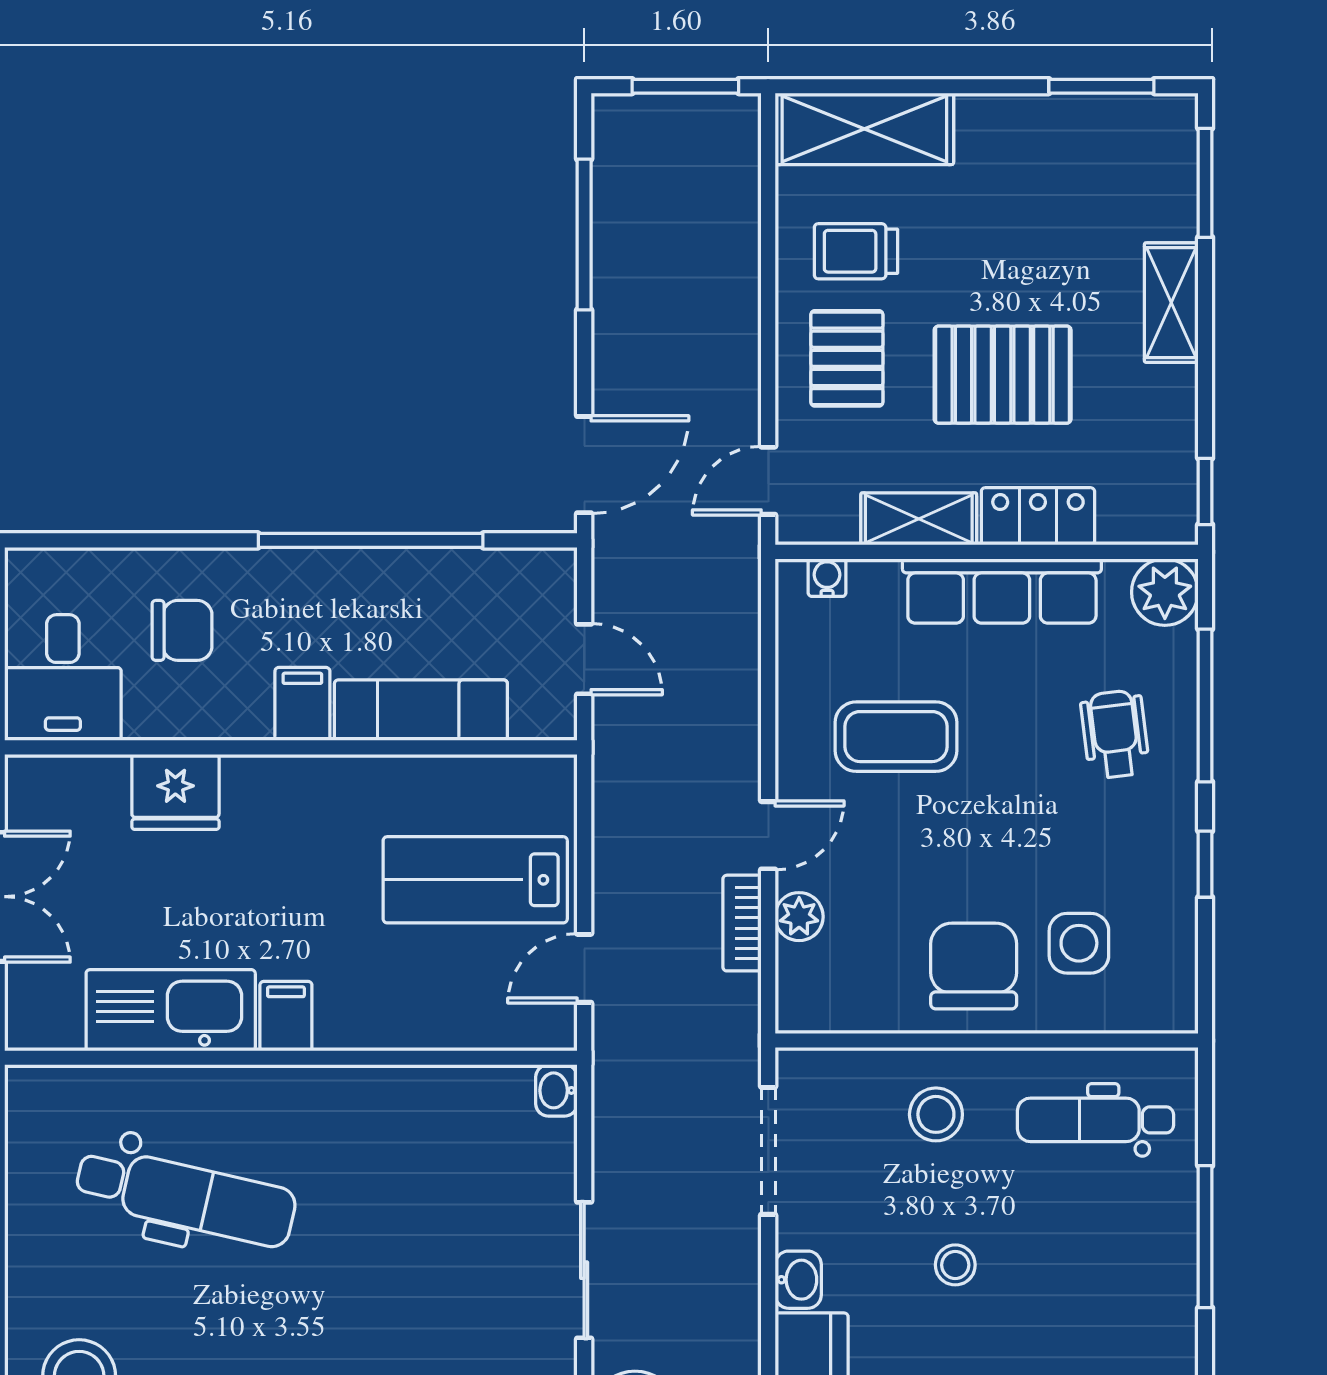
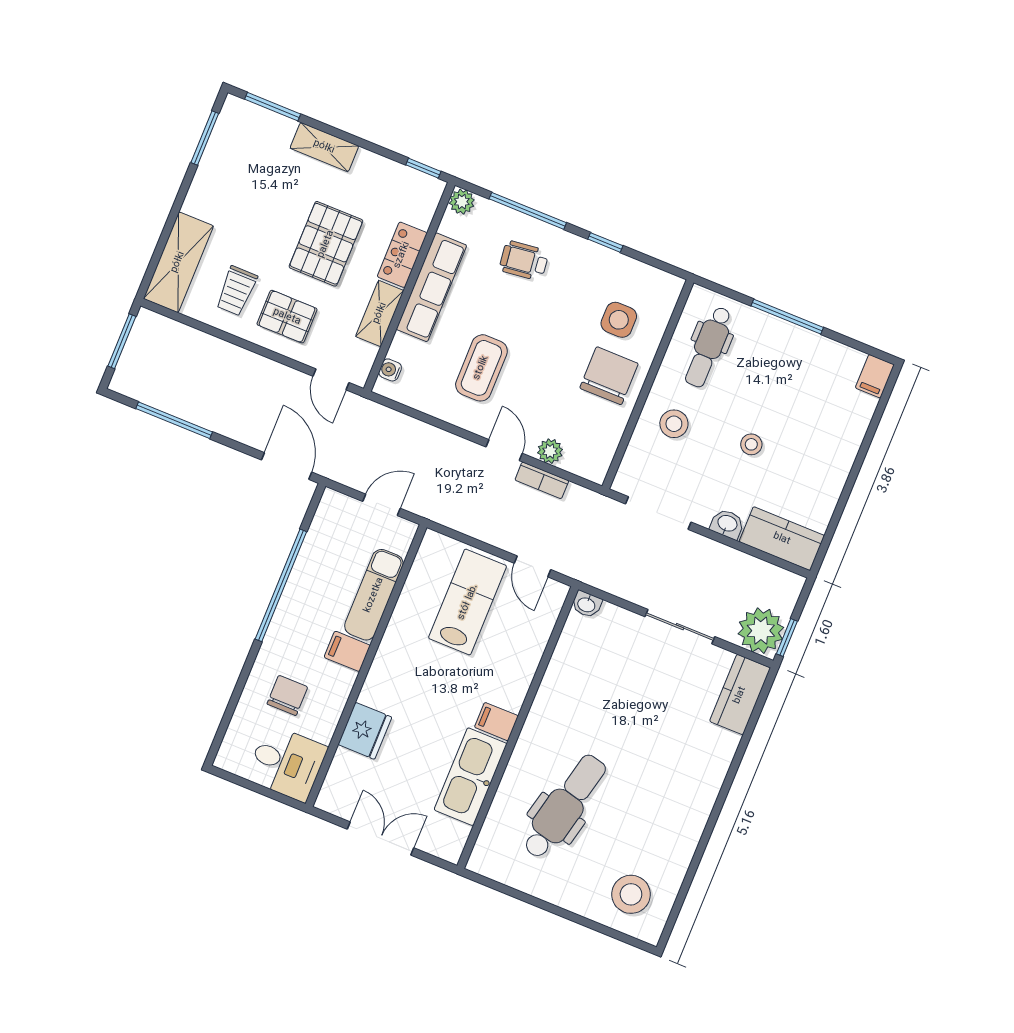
plant: (1165, 592) -> (462, 202), width x0.73, depth x0.73
lab bench: (475, 880) -> (468, 602), turned 180
chair: (974, 966) -> (609, 376), turned 90

